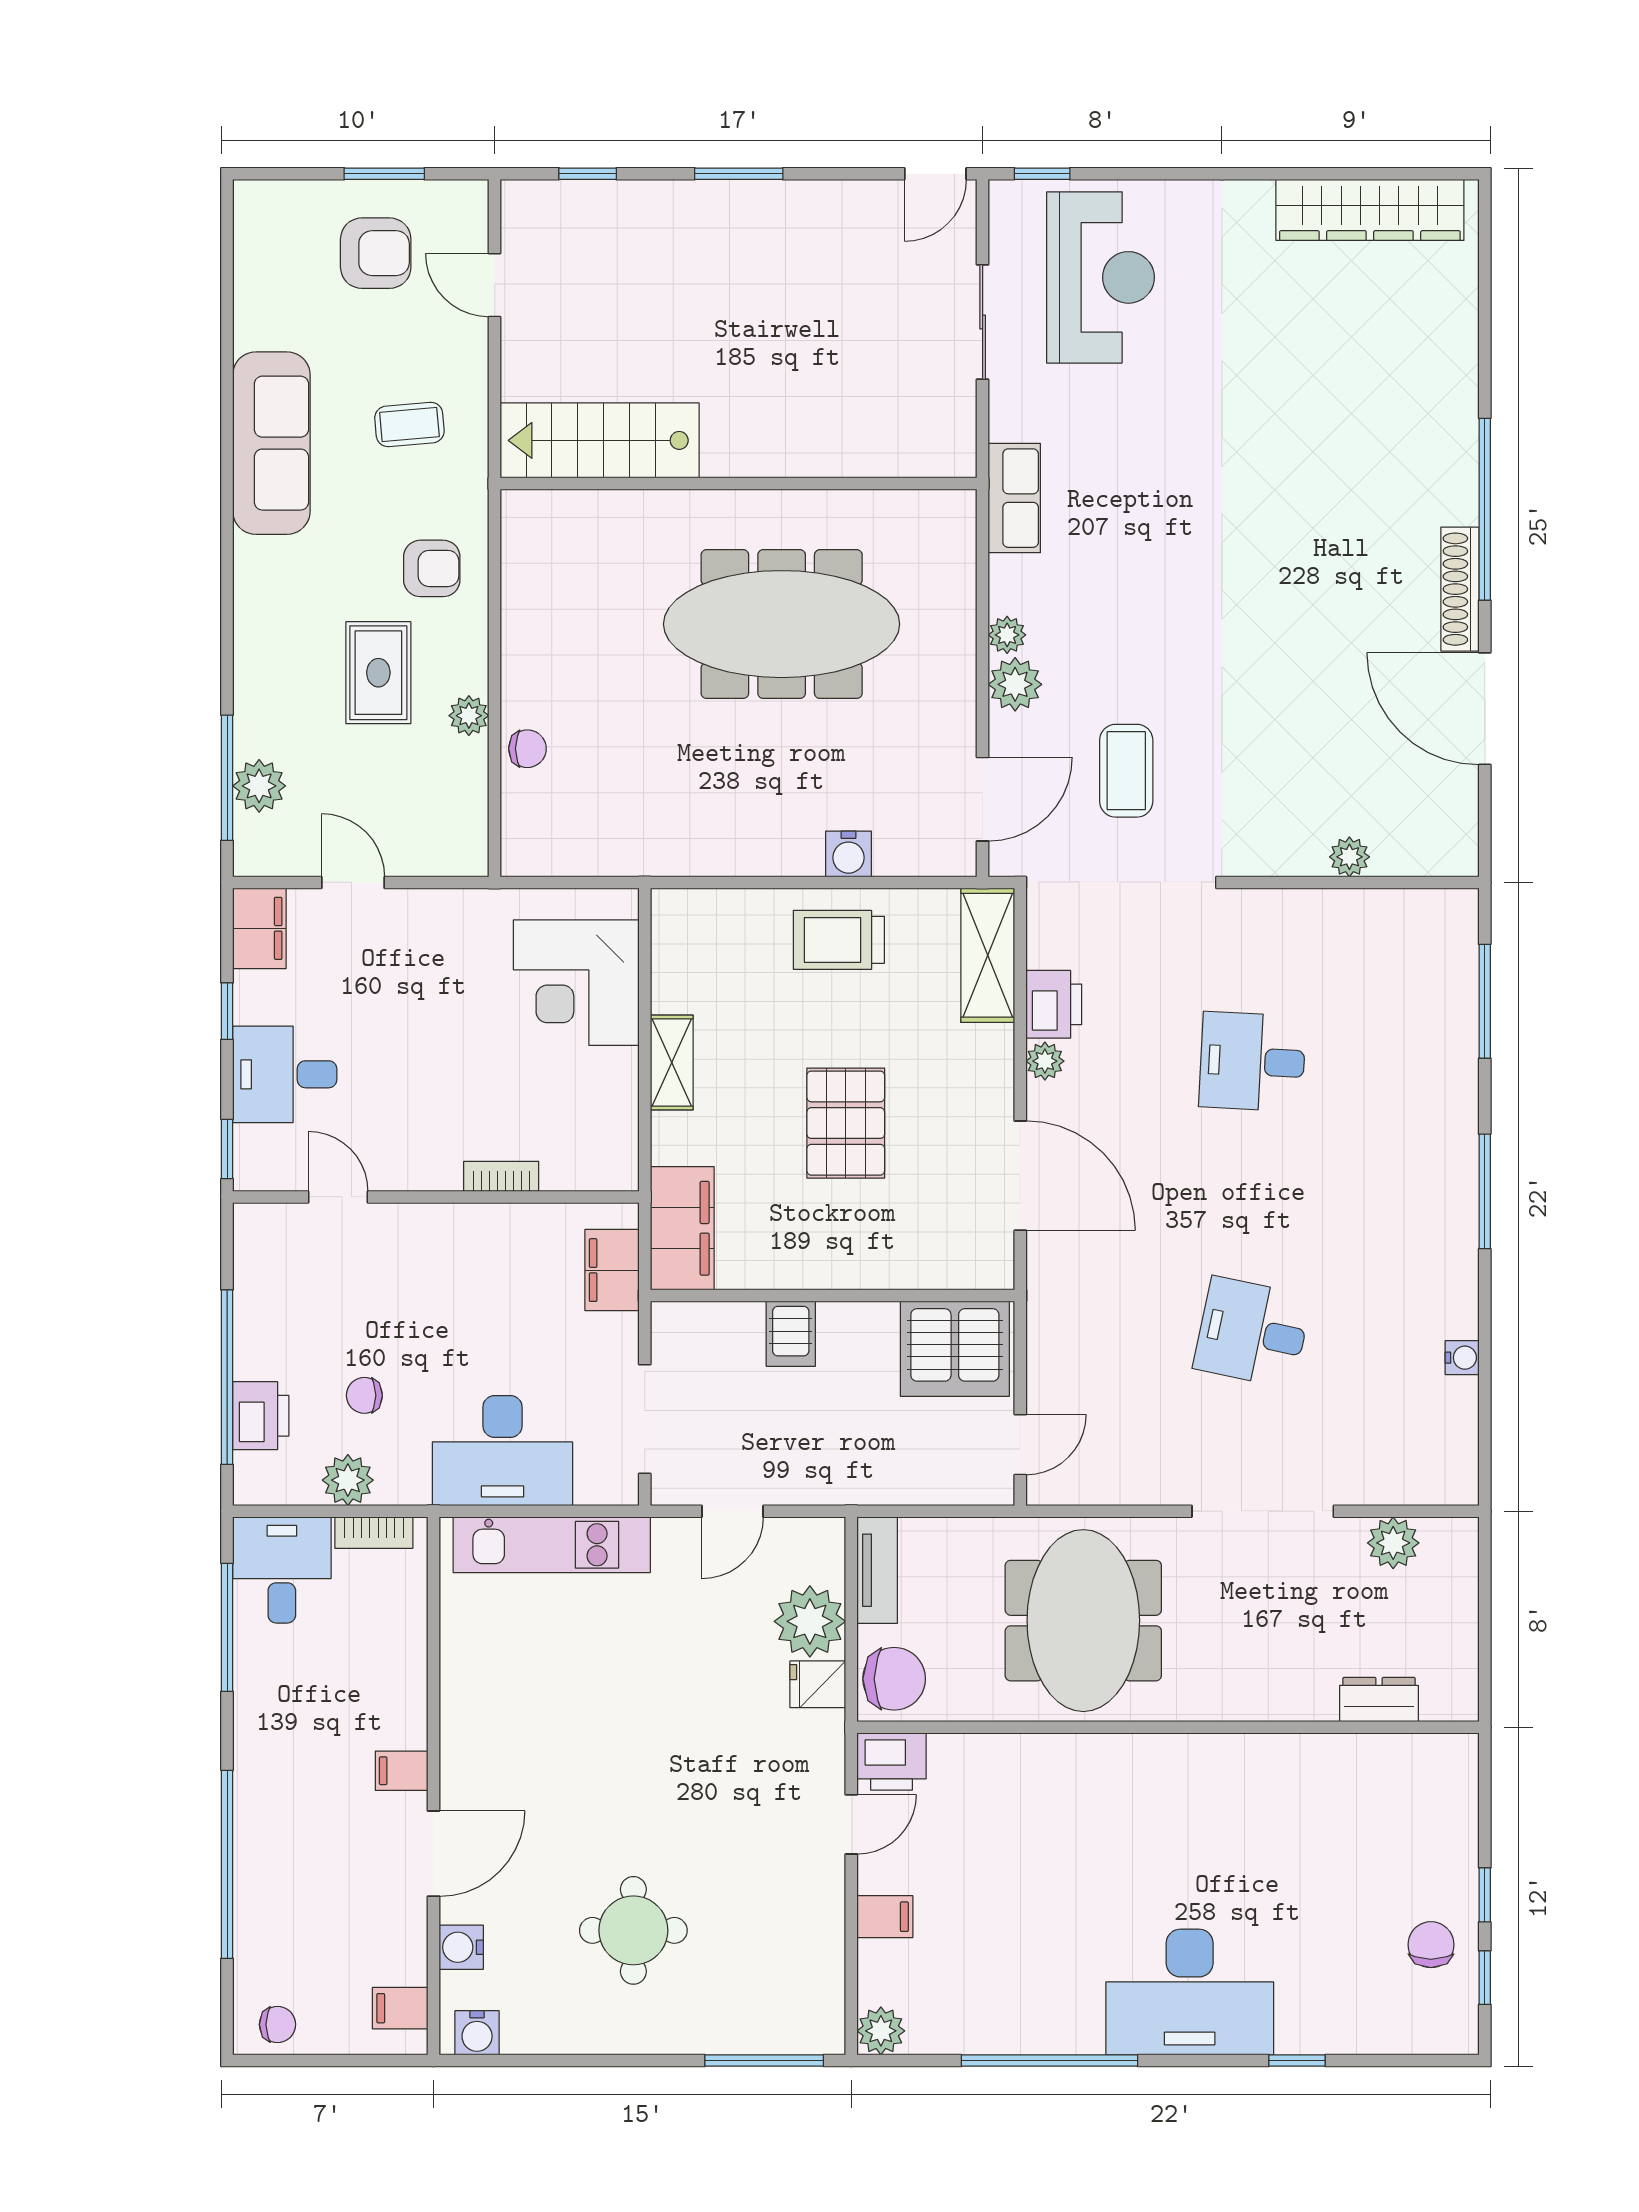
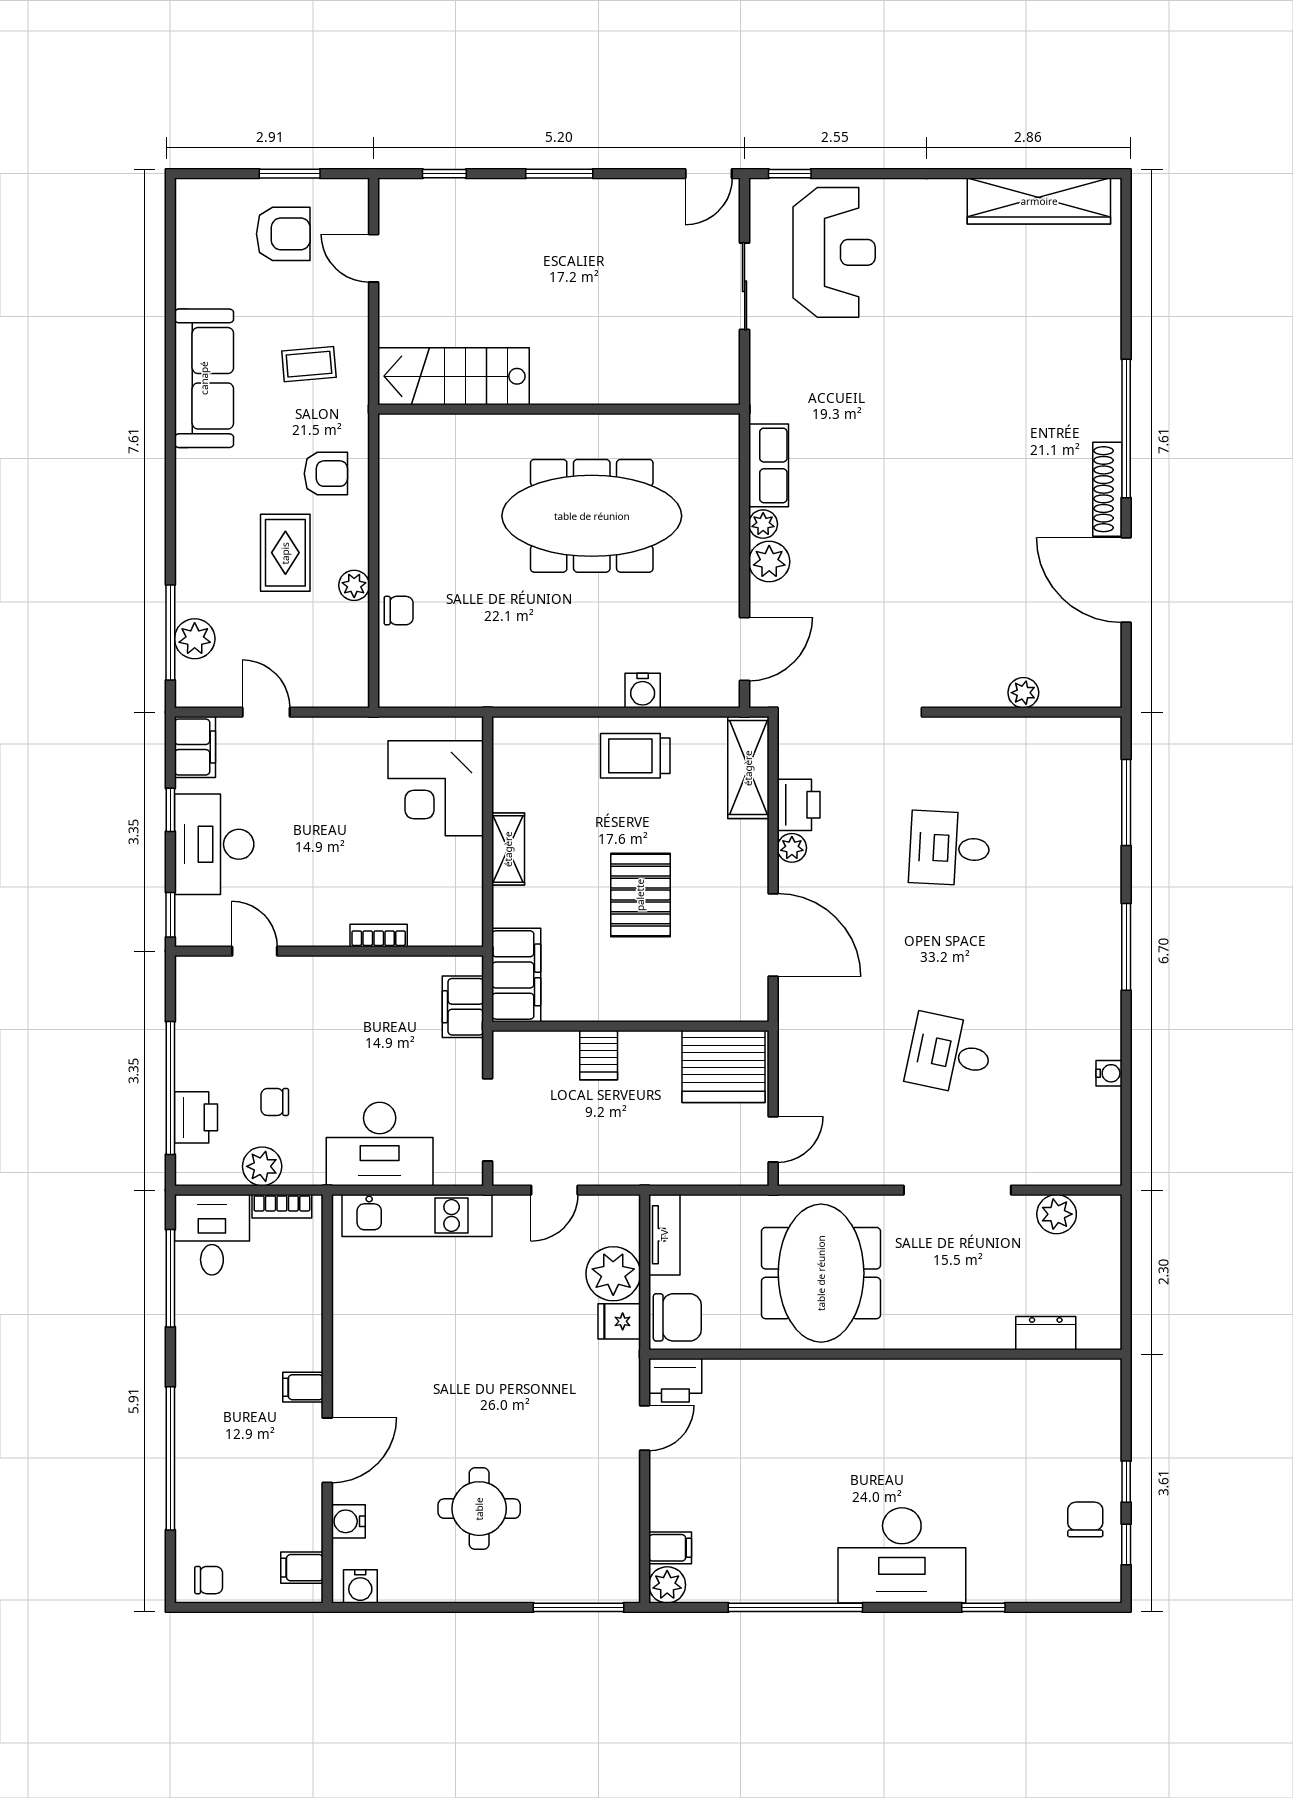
row of seats: (1014, 498) -> (769, 465), moved
coffee table: (1126, 771) -> (854, 627), removed
desk: (285, 1074) -> (214, 844), width x1.37
filing cabinet: (885, 1917) -> (670, 1548), moved

